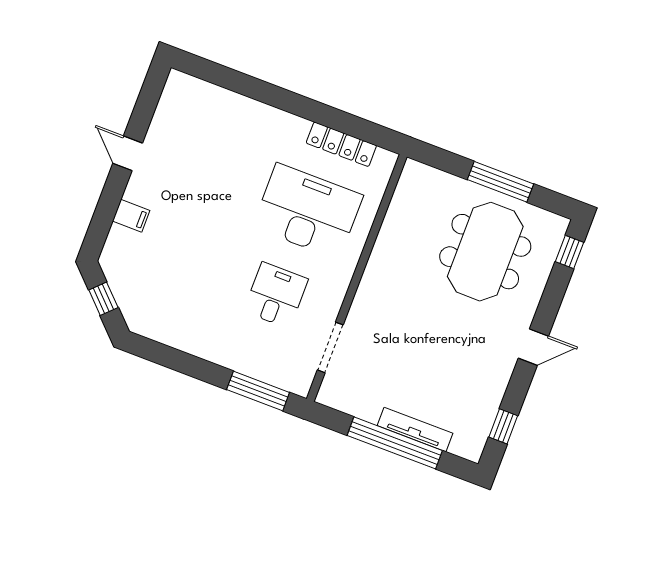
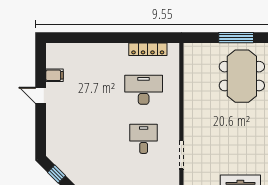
desk: (308, 211) -> (144, 90), width x0.73, depth x0.77
filing cabinet: (131, 216) -> (55, 75), moved

